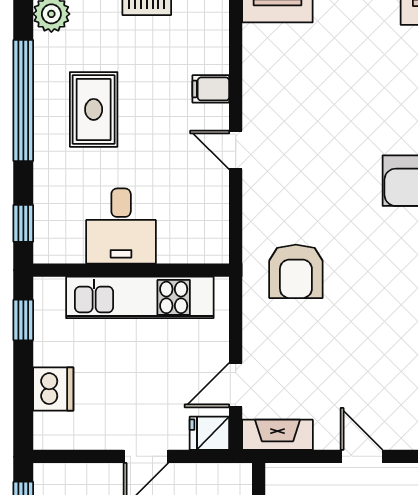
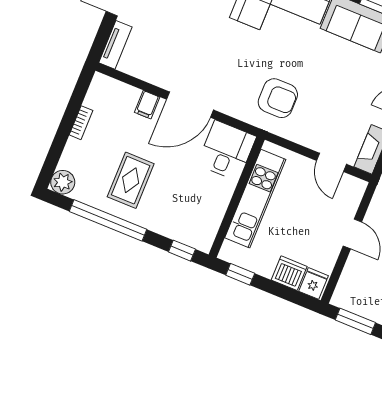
rug: (94, 109) -> (131, 180), turned 90
door: (236, 150) -> (190, 105), width x1.88
desk: (121, 226) -> (227, 151), moved, turned -90
fridge: (209, 433) -> (314, 283), moved, turned 180

